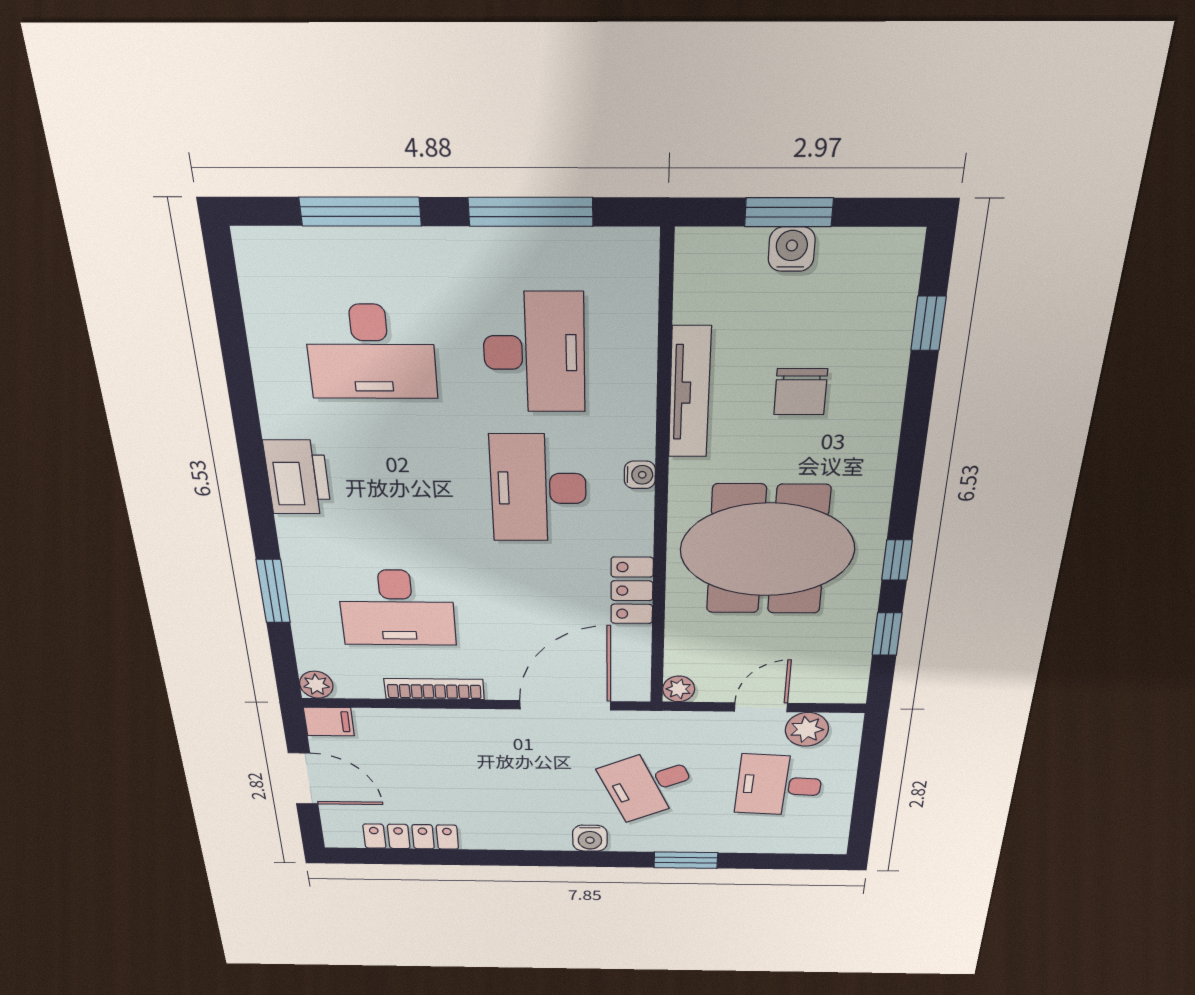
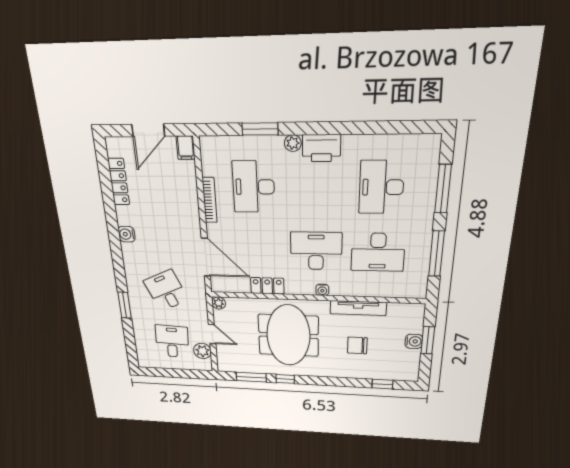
window: (887, 634) -> (251, 377), width x1.50
plant: (316, 685) -> (293, 143), moved
water cooler: (590, 838) -> (127, 234), moved

